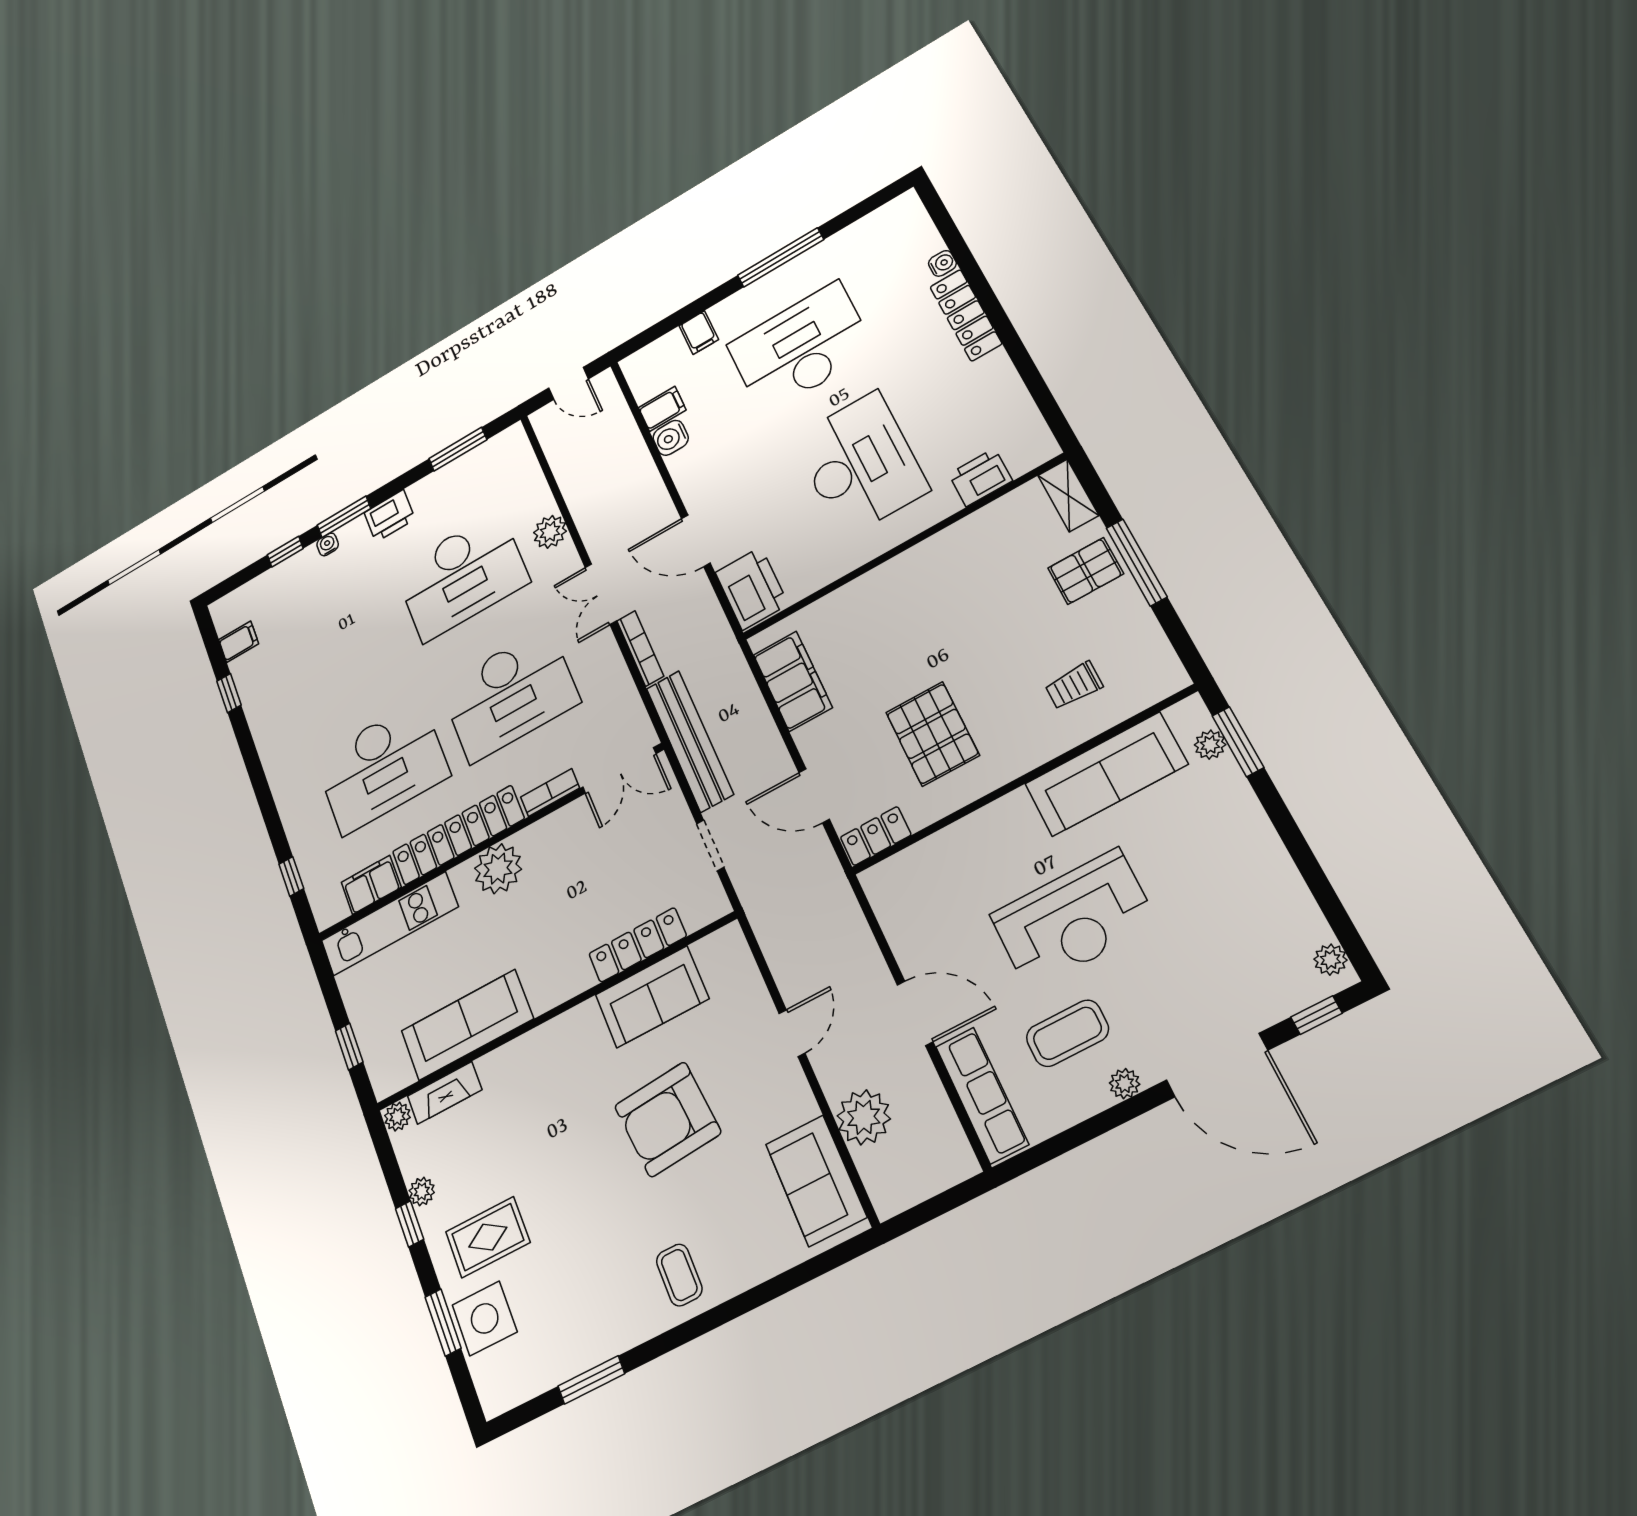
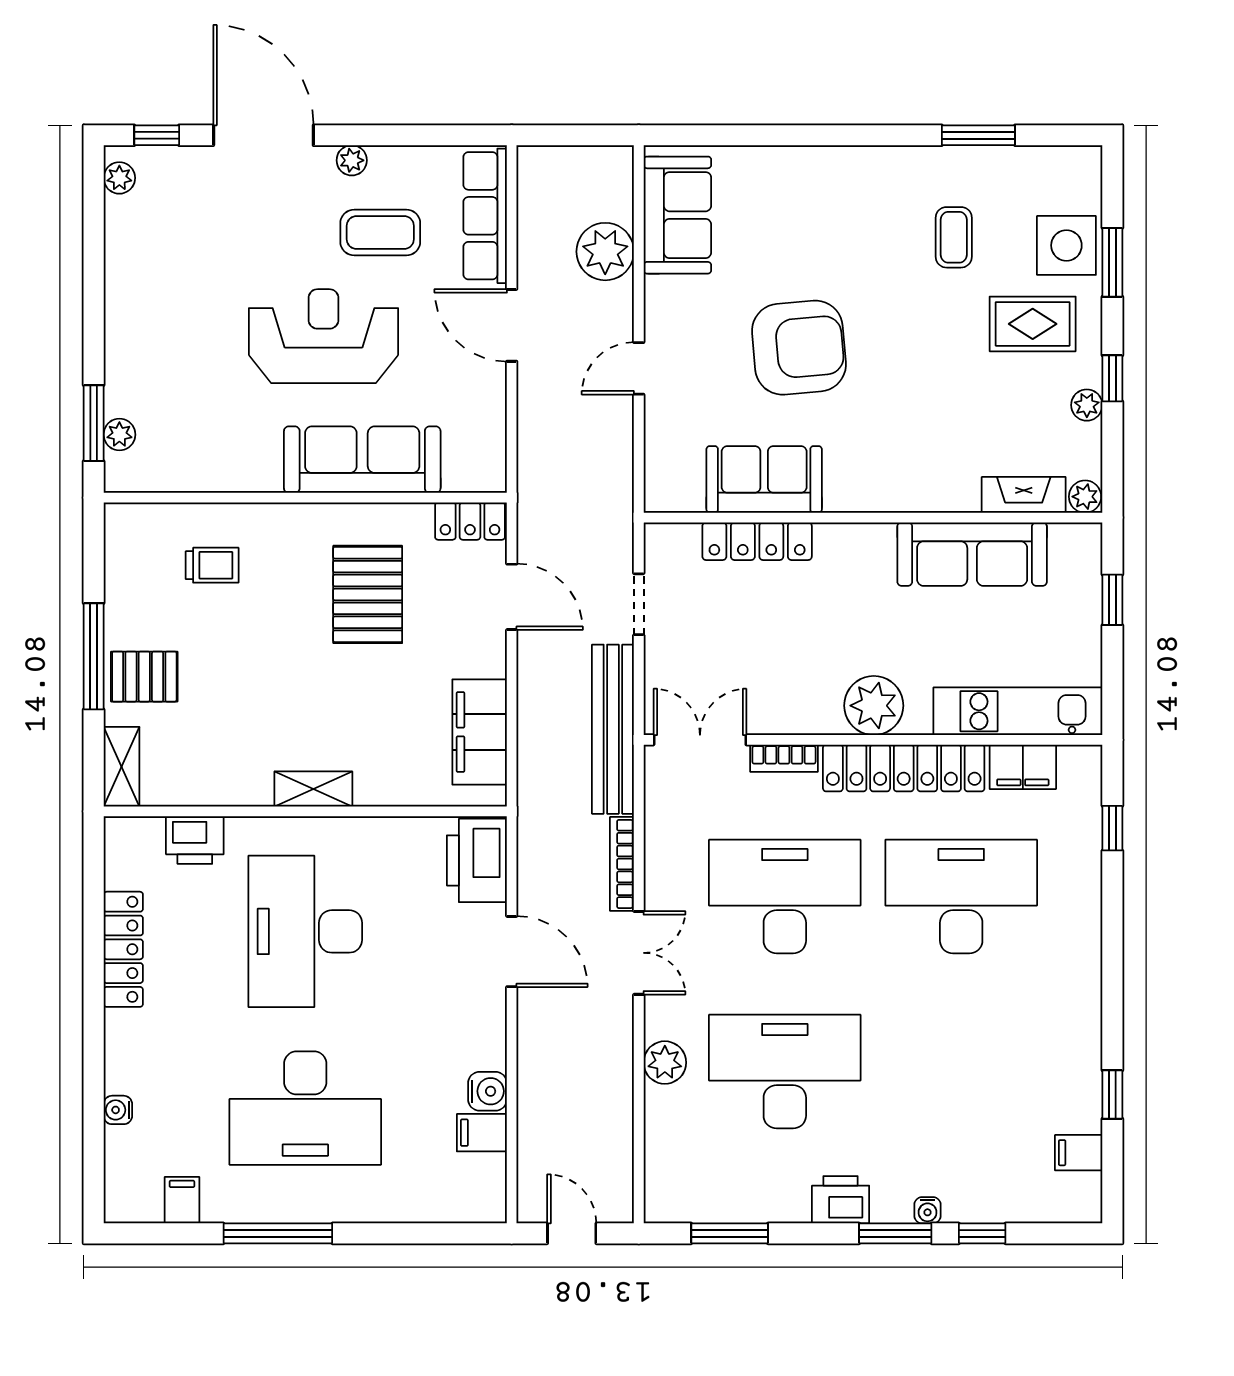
locker: (966, 315) -> (123, 949), moved
filing cabinet: (699, 333) -> (182, 1200), moved
shelving: (904, 567) -> (313, 789), added
sofa: (1106, 774) -> (362, 460), moved
coffee table: (679, 1275) -> (954, 237), moved

